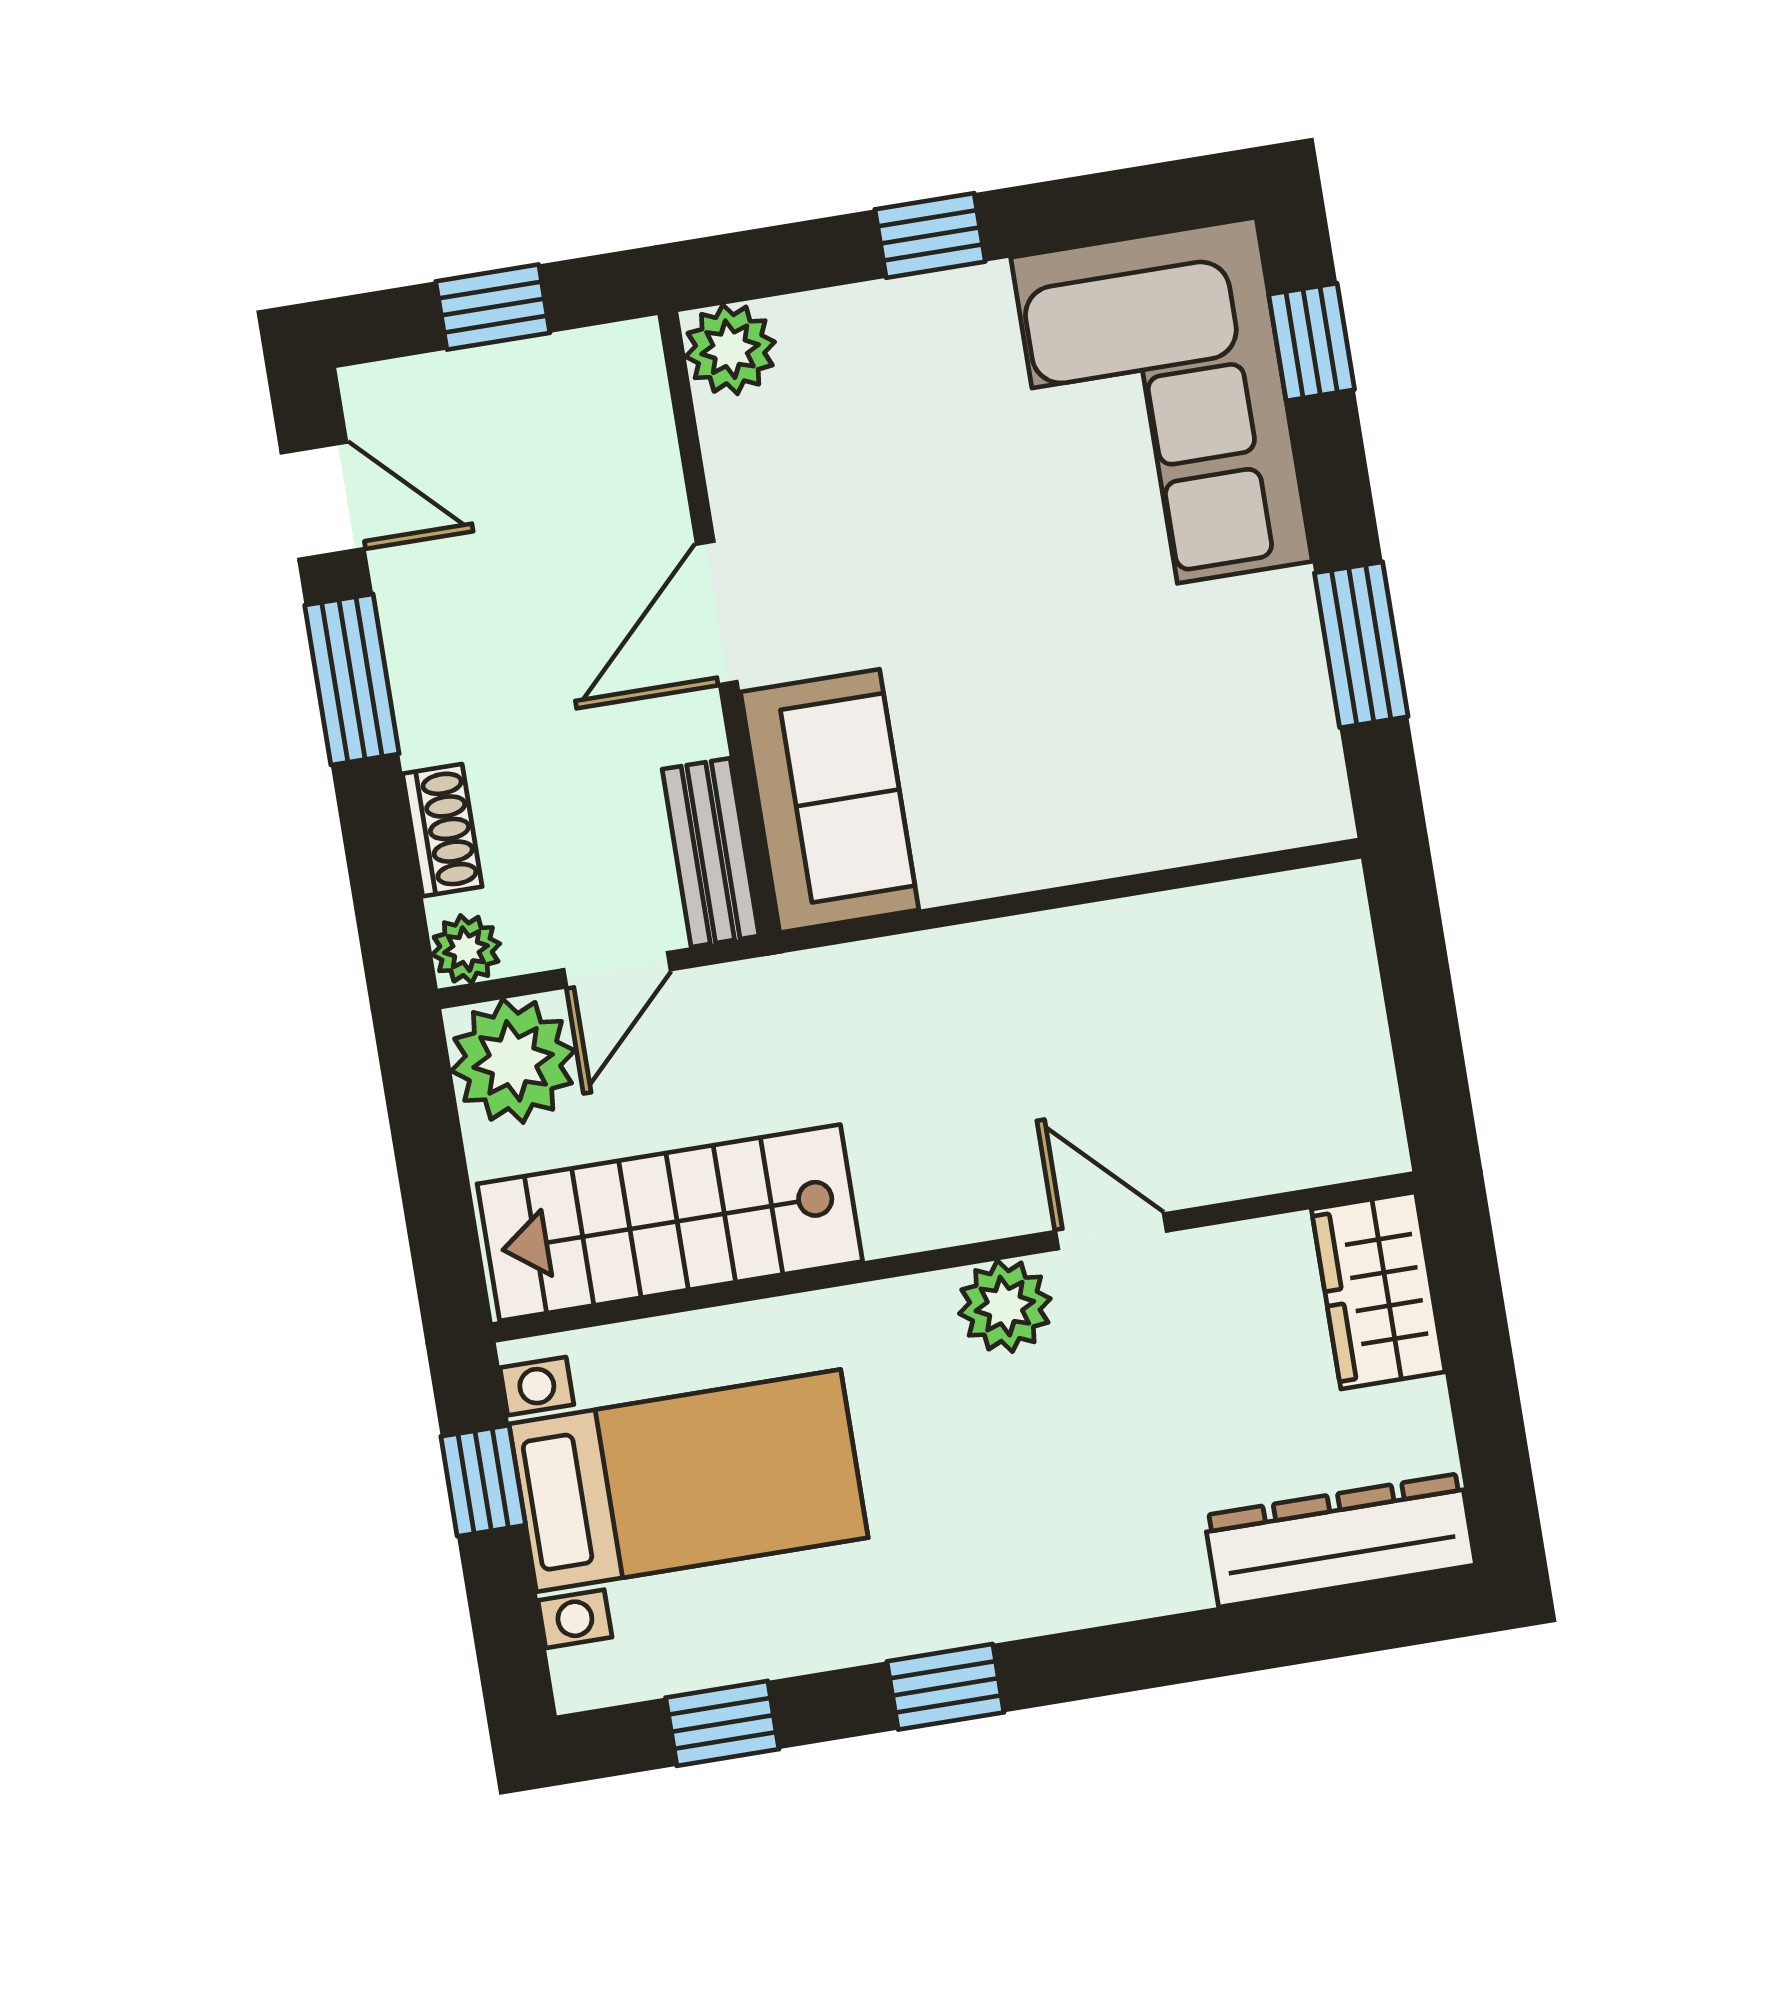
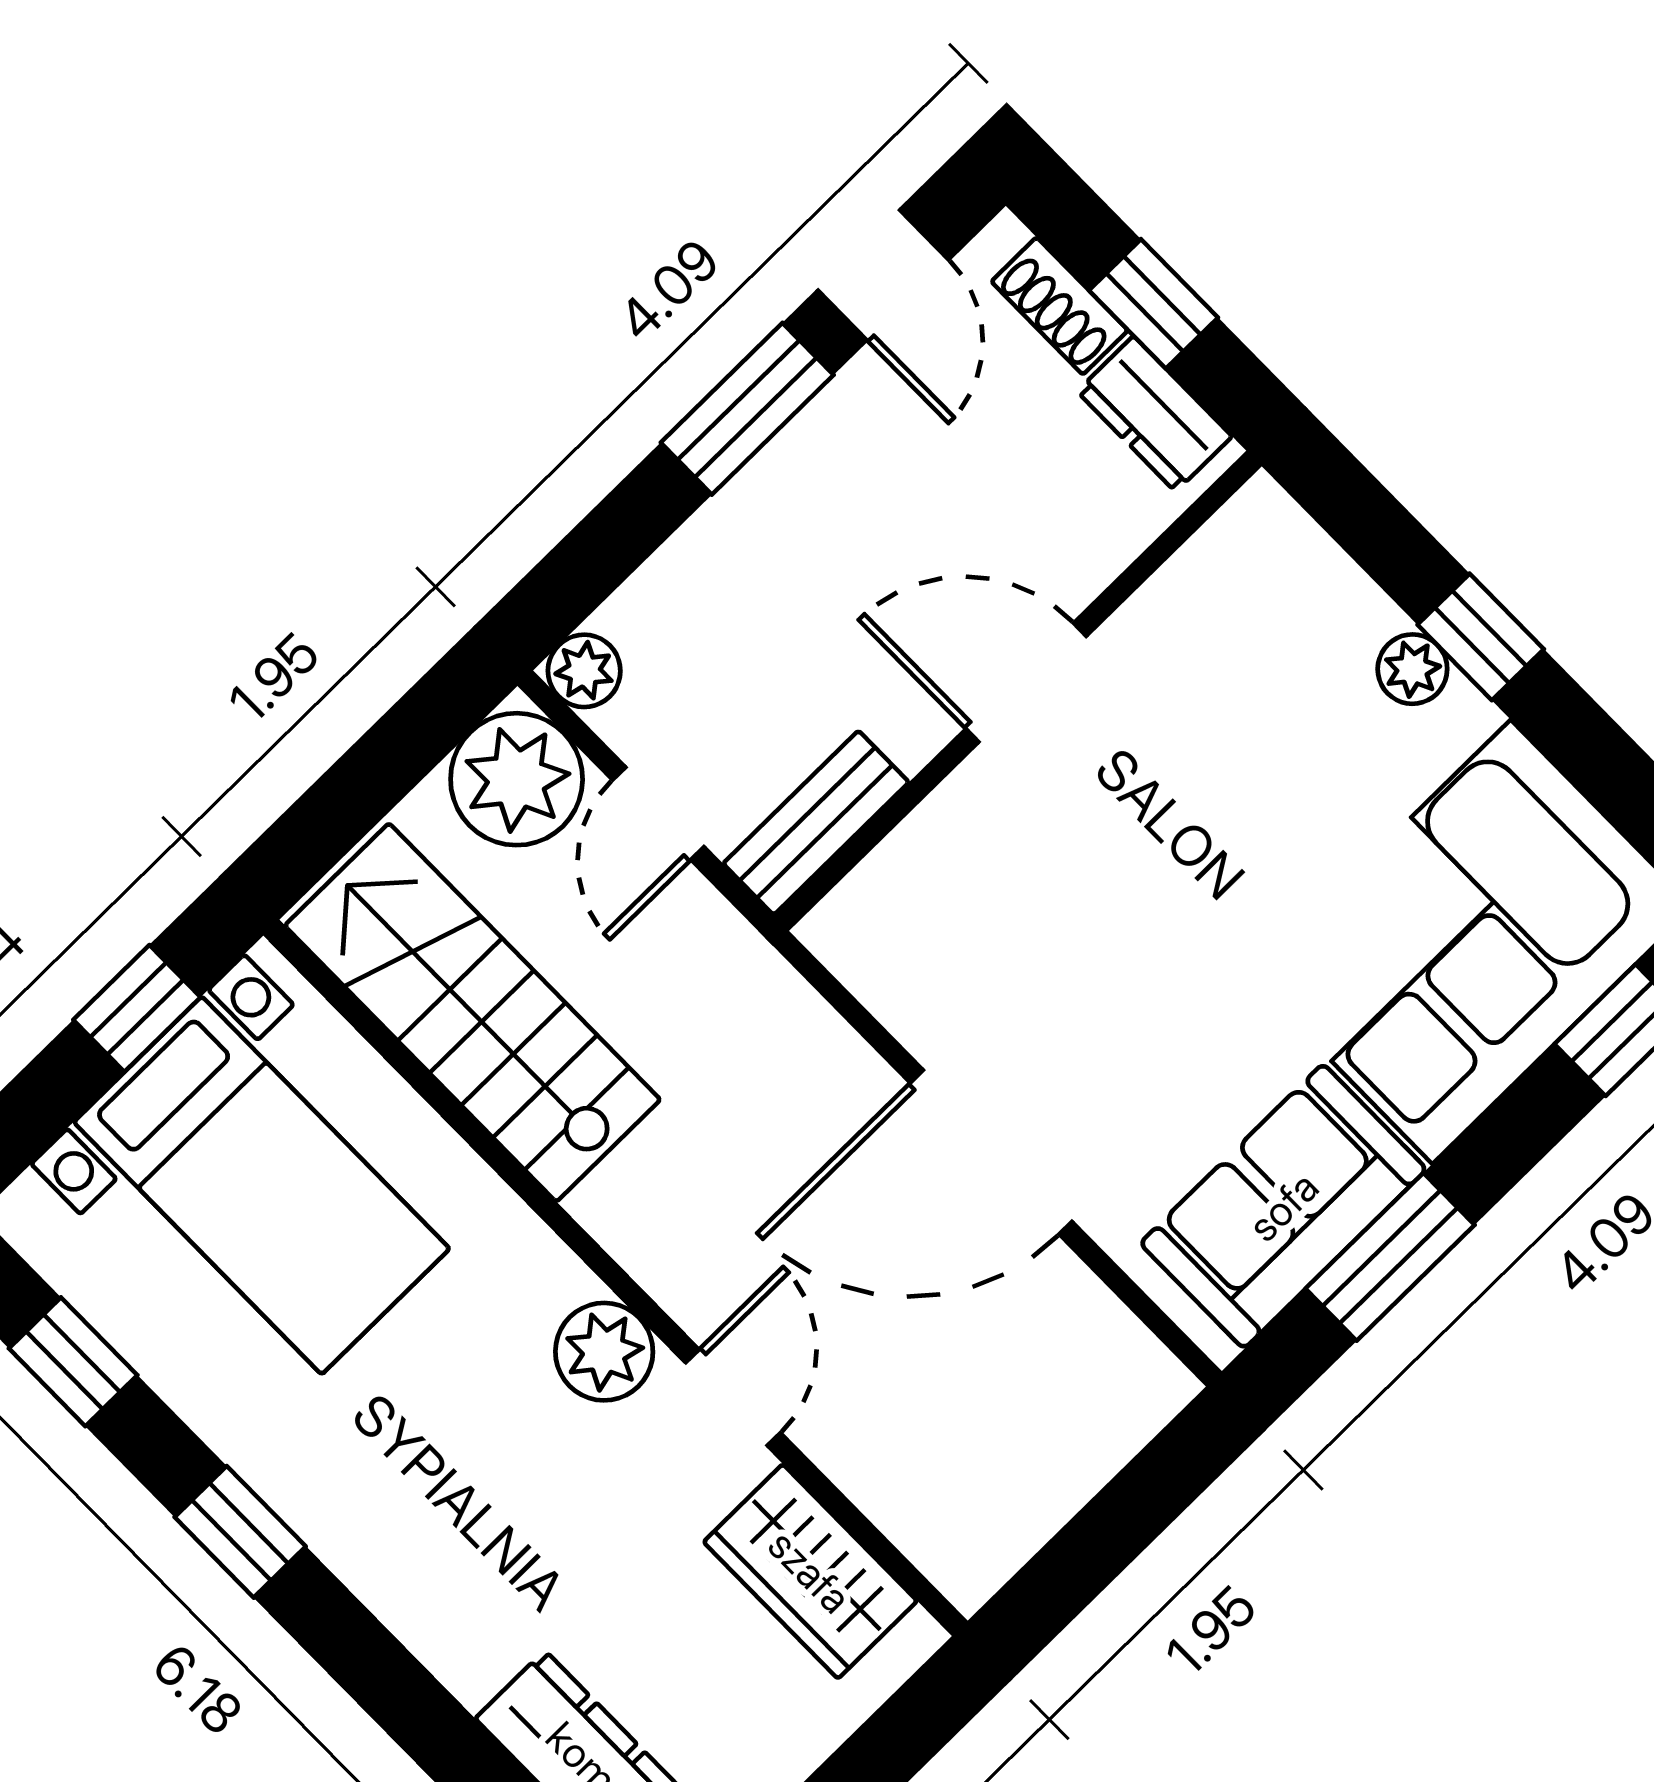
plant: (730, 349) -> (1412, 669), moved, width x0.73, depth x0.73
dresser: (579, 366) -> (1155, 414), added
sofa: (830, 801) -> (1283, 1206), moved, turned 180
shoe rack: (442, 830) -> (1060, 306), moved, turned 90
door: (1062, 897) -> (991, 1152), added
door: (617, 970) -> (658, 813), hinge flipped
wardrobe: (1378, 1290) -> (810, 1571), moved, turned -90

